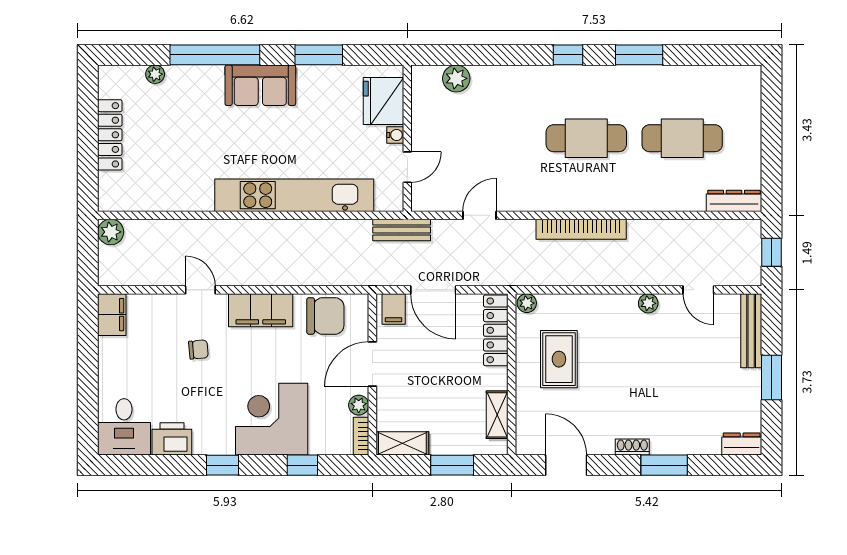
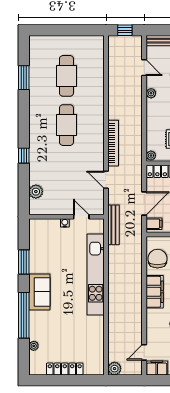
window: (568, 55) -> (24, 156), moved
window: (639, 55) -> (24, 78), moved
fridge: (383, 101) -> (47, 229), removed
dresser: (734, 201) -> (99, 49), removed
bookcase: (581, 229) -> (113, 143), moved
bench: (402, 230) -> (113, 225), width x1.36
door: (200, 290) -> (144, 352), moved
door: (698, 290) -> (144, 68), hinge flipped

